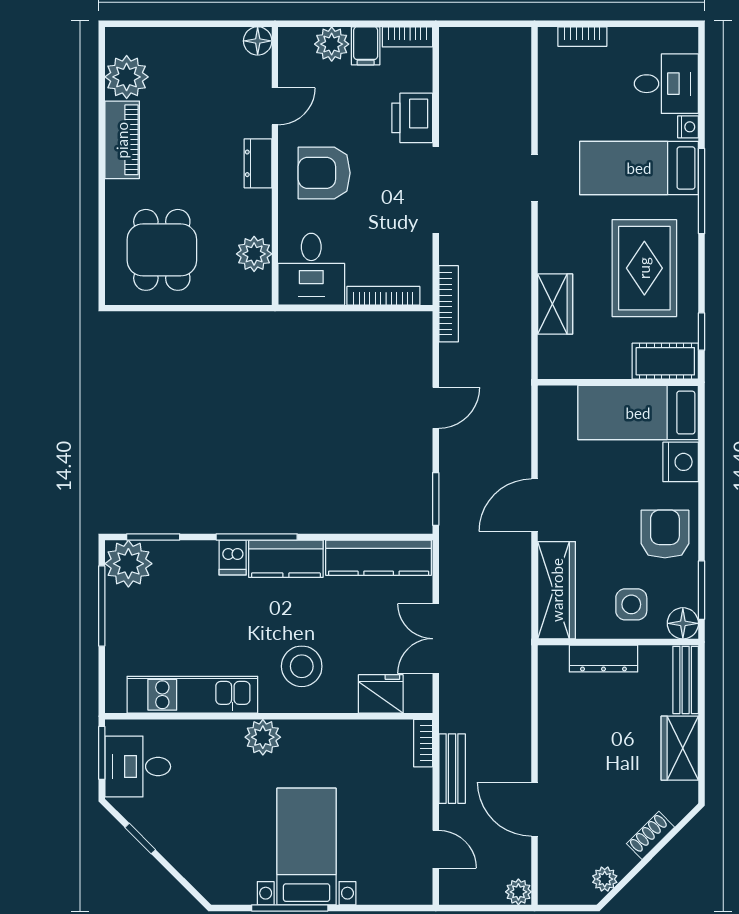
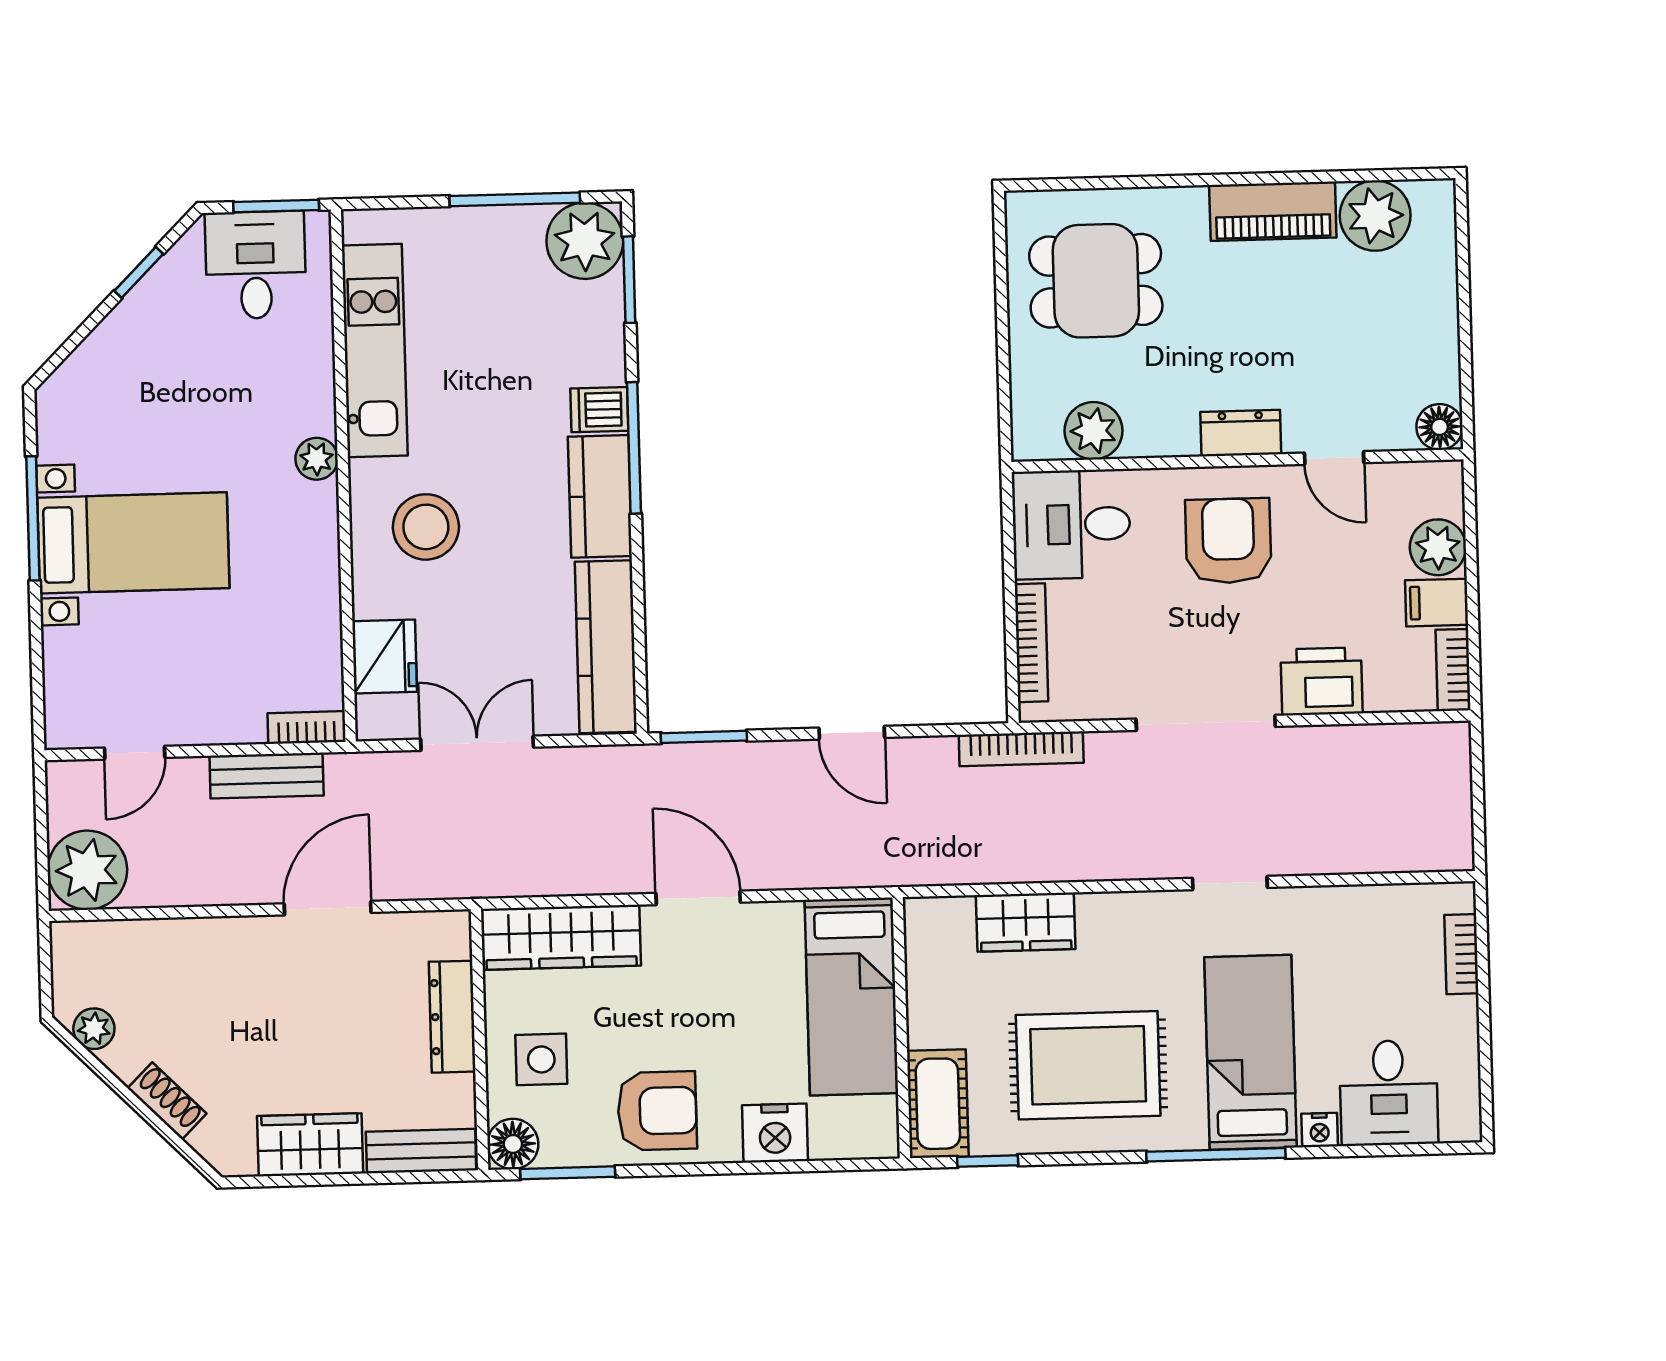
bed: (638, 413) -> (851, 996), moved, turned 180
plant: (263, 737) -> (317, 459), width x0.73, depth x0.73
door: (535, 809) -> (328, 908), moved
plant: (518, 892) -> (87, 870), width x1.88, depth x1.88

